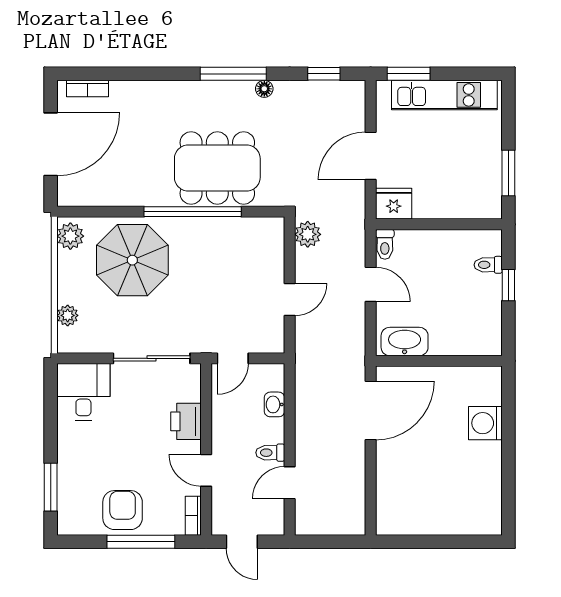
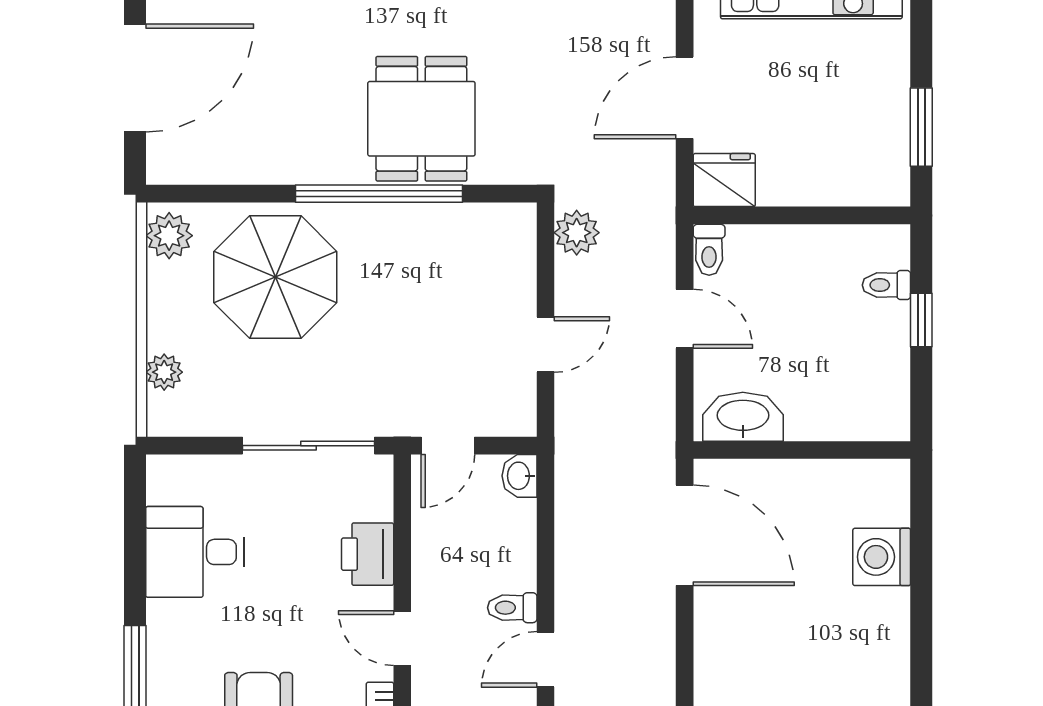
dining table: (217, 168) -> (421, 119), width x0.73
desk: (83, 392) -> (195, 552), moved, turned -90
washbasin: (274, 404) -> (519, 476), moved
door: (371, 411) -> (685, 535), hinge flipped

